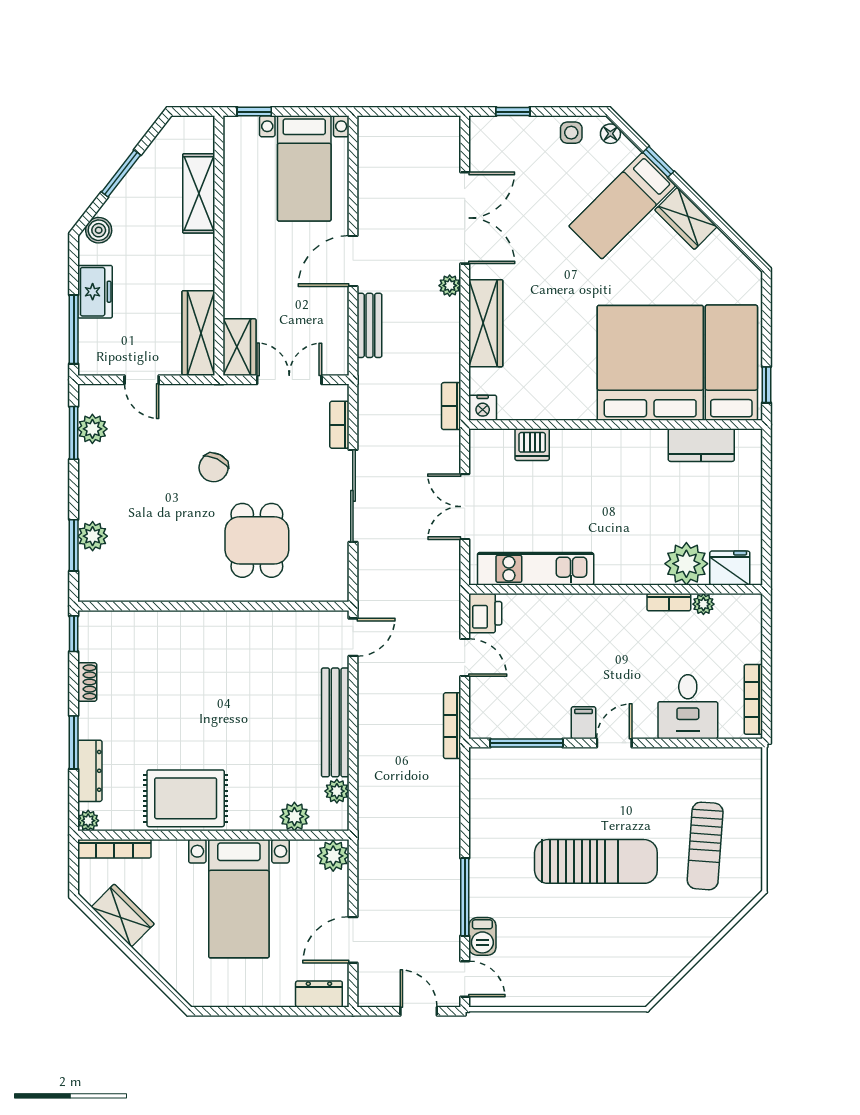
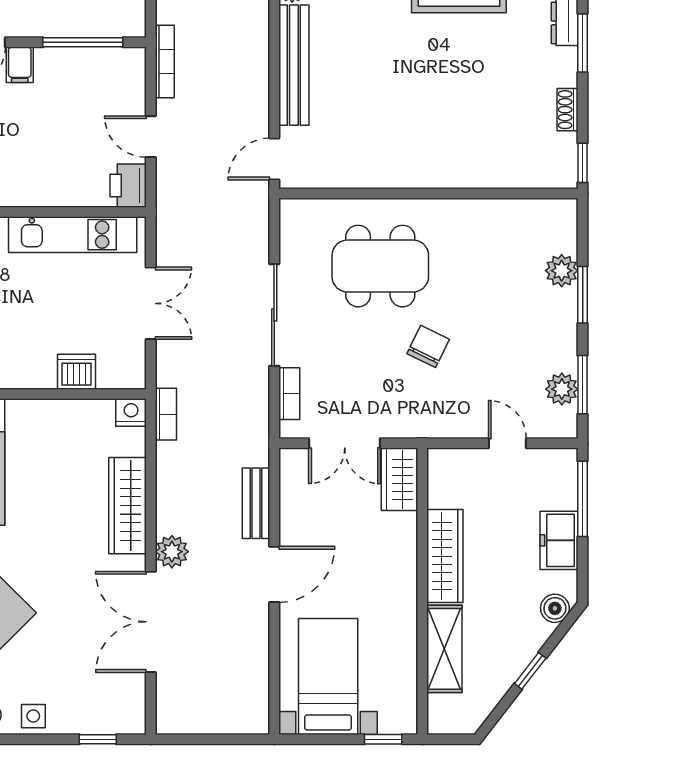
window: (121, 173) -> (530, 671), width x0.67
plant: (450, 286) -> (172, 552), width x1.38, depth x1.38
wardrobe: (198, 333) -> (445, 556), moved
dining table: (257, 540) -> (380, 266), width x1.38
window: (74, 545) -> (583, 295), moved

